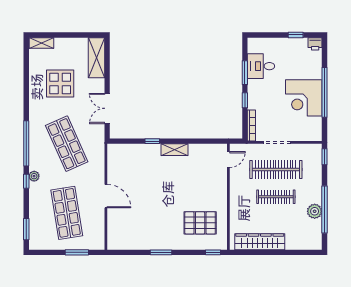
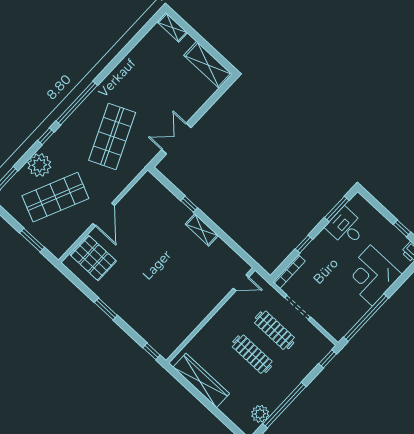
shelving: (97, 58) -> (208, 65), moved, turned 90
window: (245, 73) -> (337, 209), moved
display table: (60, 83) -> (156, 78), removed
window: (325, 92) -> (366, 318), moved
corner desk: (304, 98) -> (371, 275), moved
clothes rail: (276, 169) -> (275, 330), width x0.73, depth x0.76
plant: (34, 176) -> (39, 165), moved, width x1.88, depth x1.88
plant: (315, 211) -> (260, 414), moved
shop shelf: (67, 213) -> (55, 197), turned 33
pallet: (200, 223) -> (93, 258), moved

